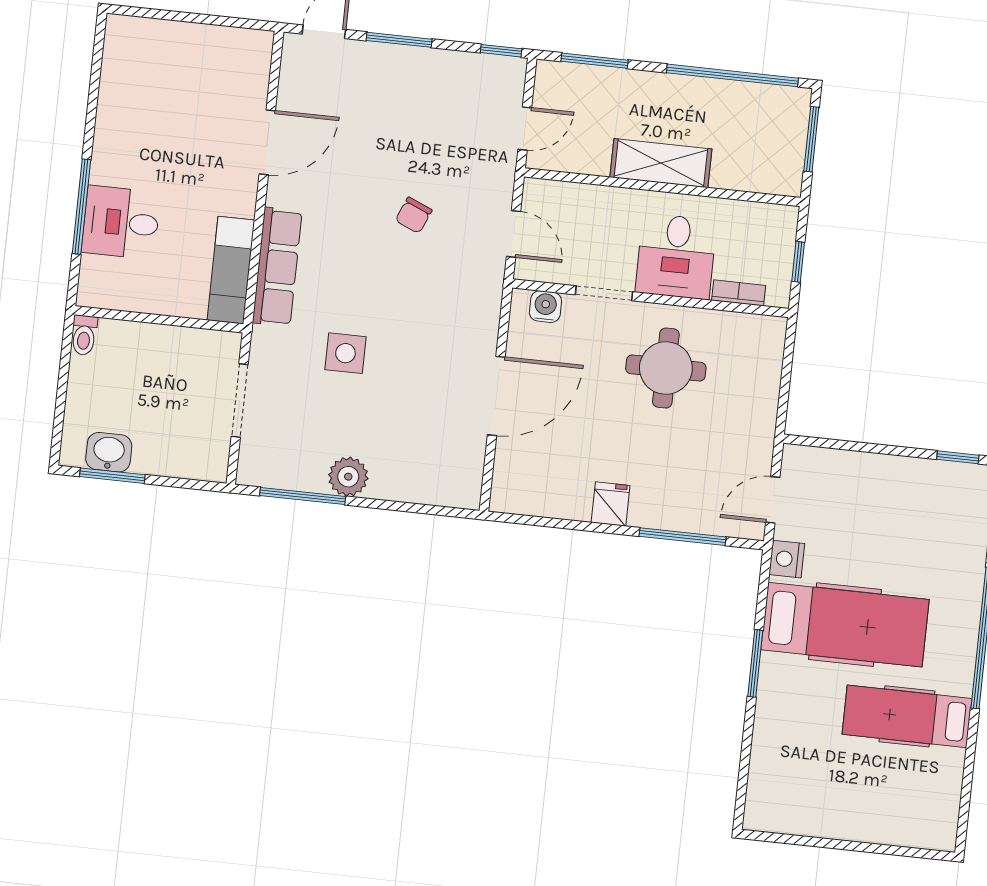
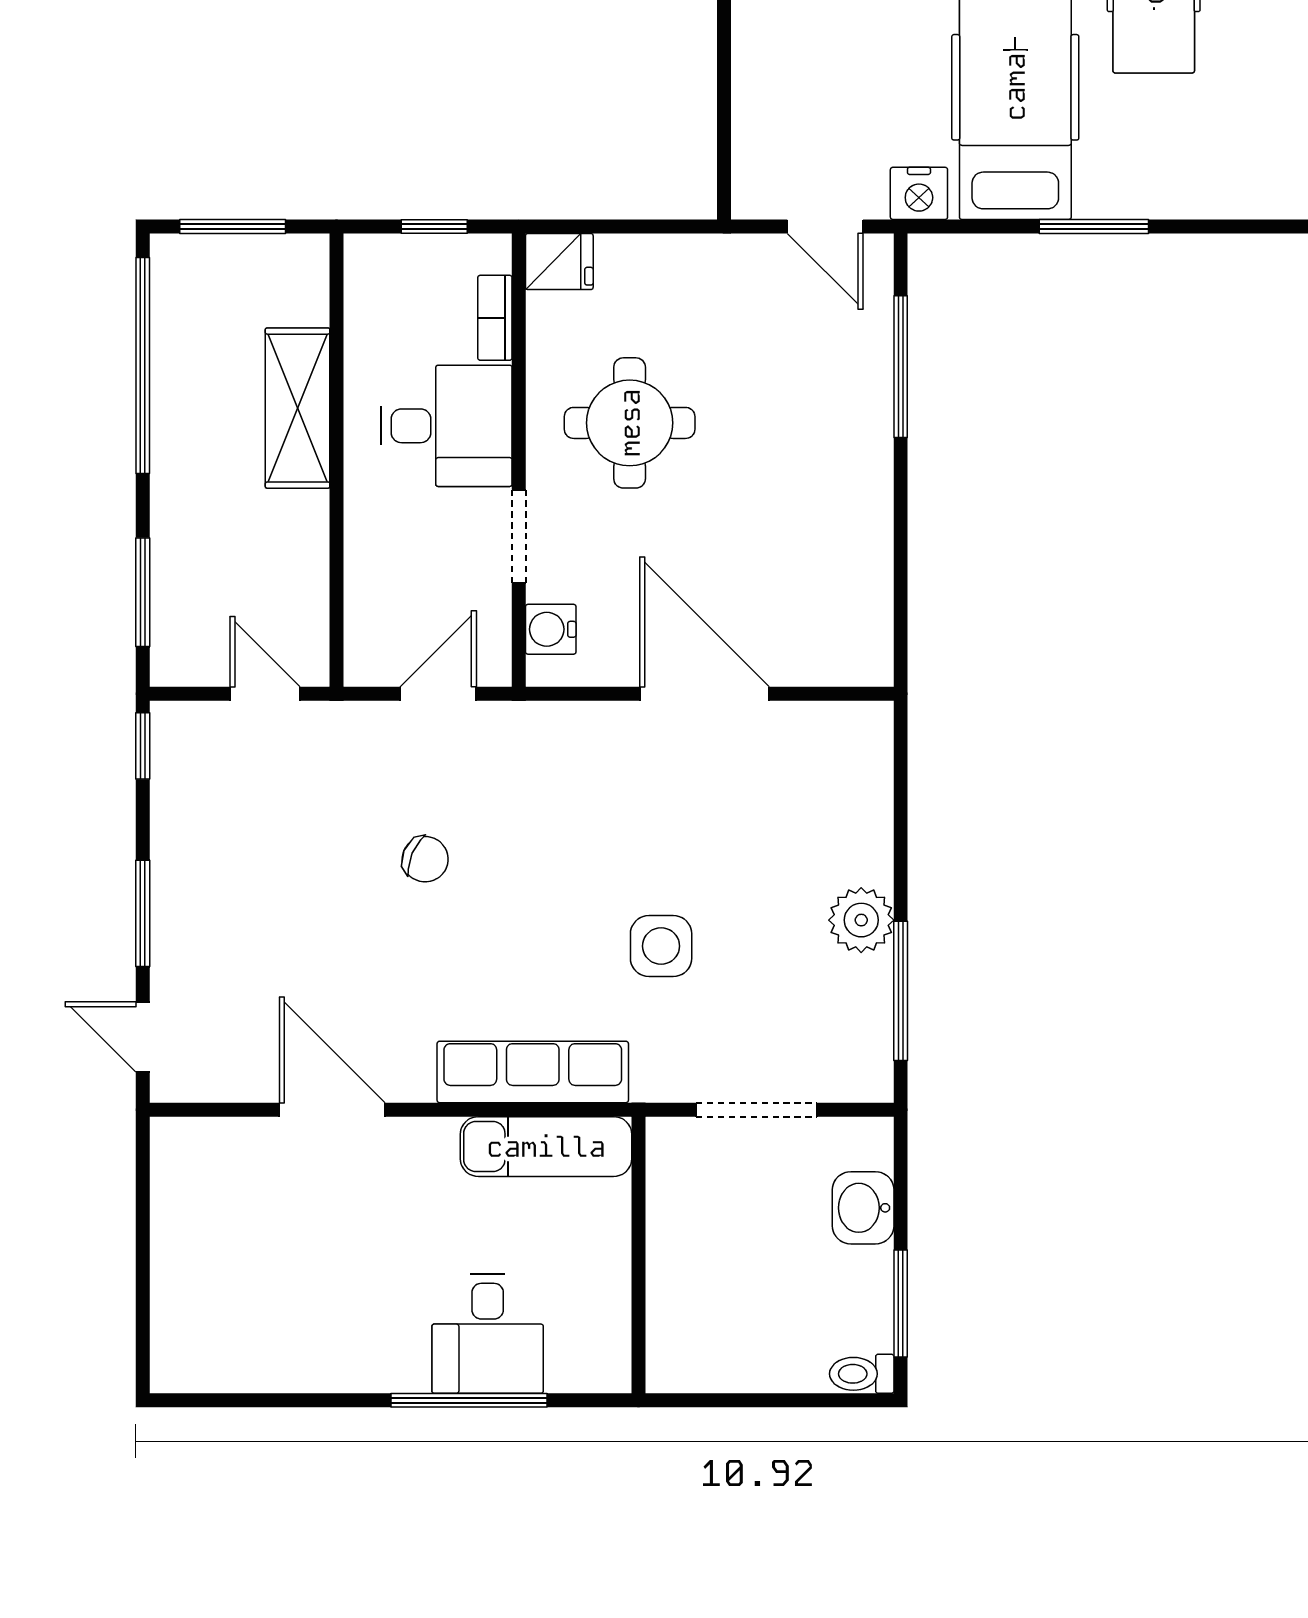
shelving: (661, 163) -> (298, 408), moved
toilet: (84, 335) -> (862, 1374), moved, turned 180
washbasin: (109, 452) -> (863, 1208), moved
fridge: (611, 504) -> (559, 262), moved, turned 180

